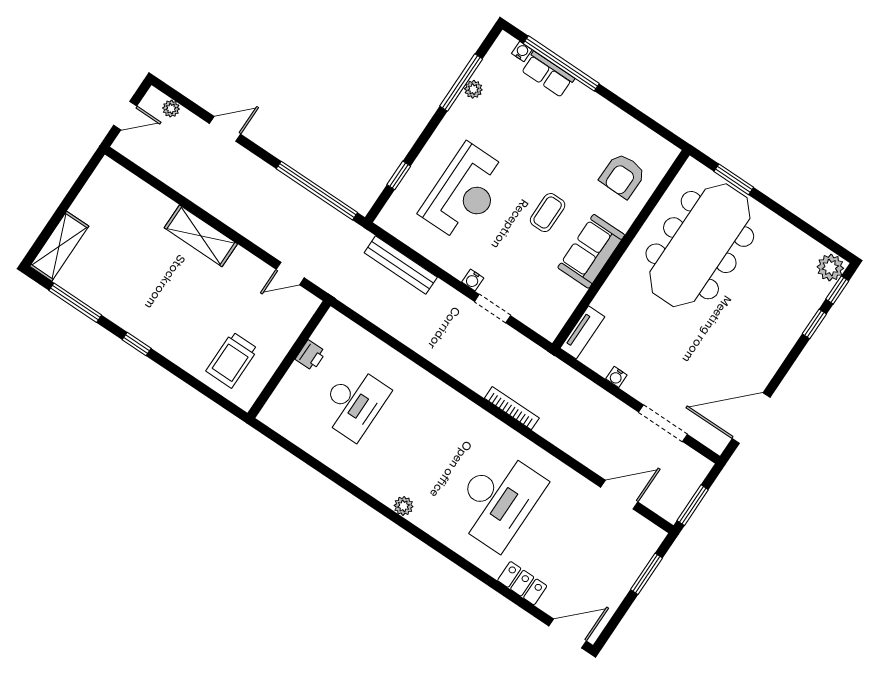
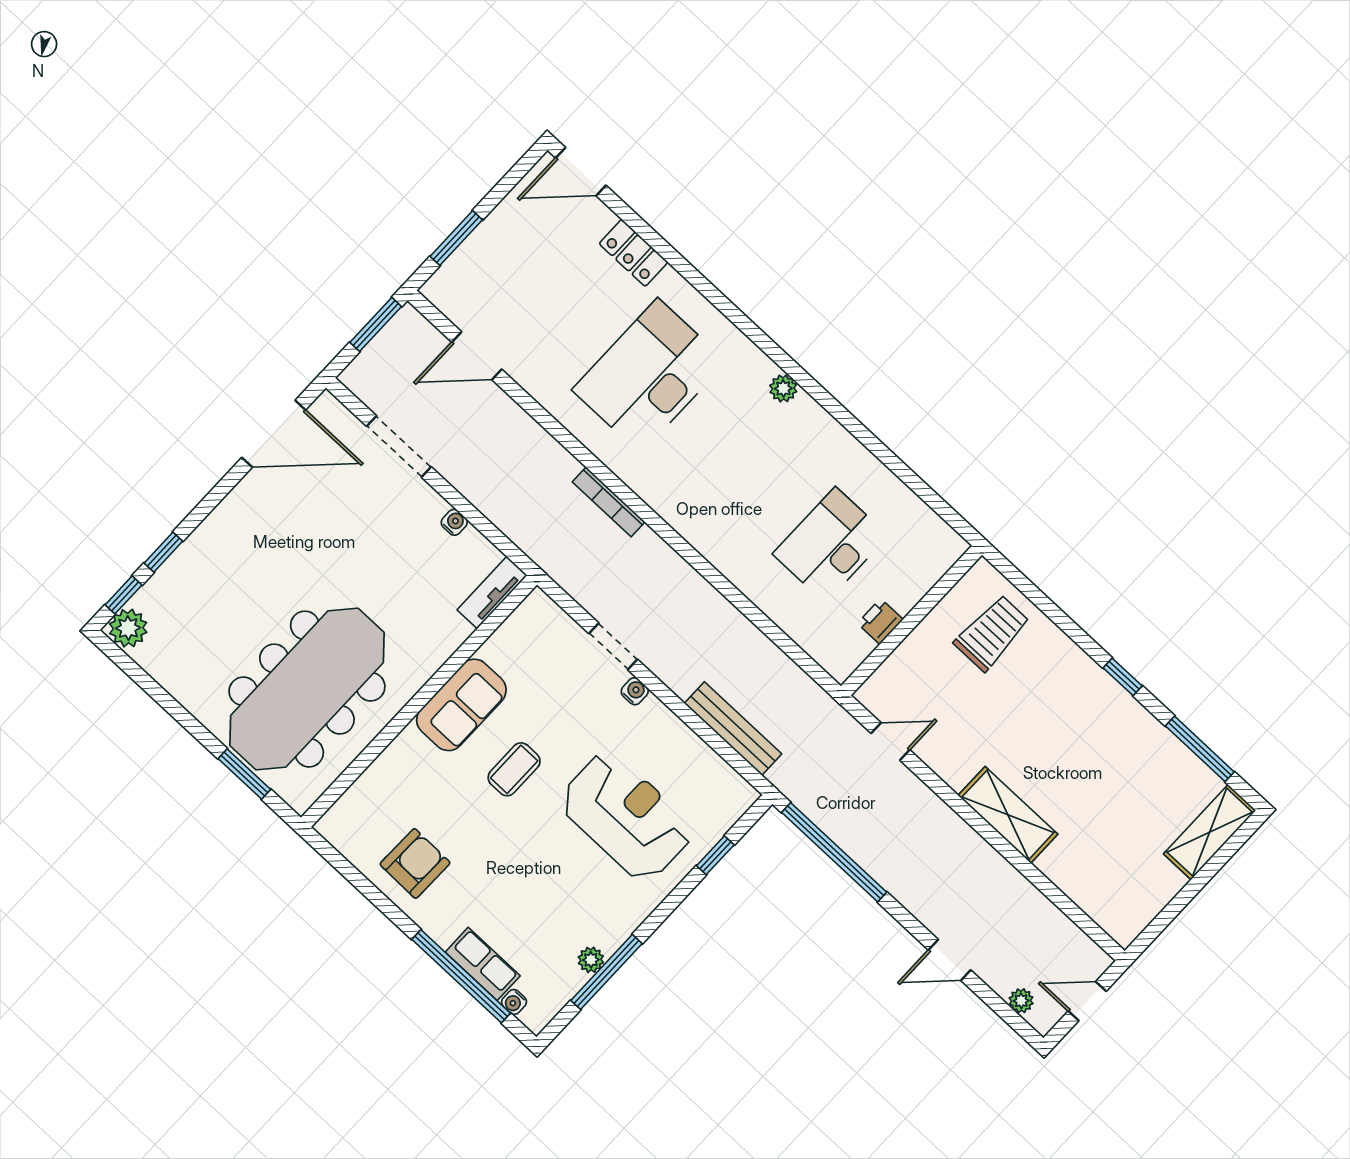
armchair: (623, 176) -> (415, 863), moved
reception desk: (465, 192) -> (626, 816), turned 90

